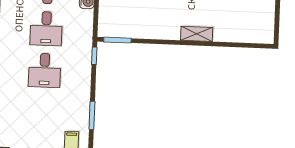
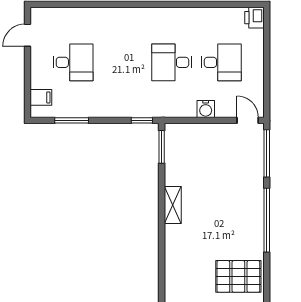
shelving: (197, 34) -> (173, 205), moved
desk: (45, 70) -> (73, 62), moved, turned 180

